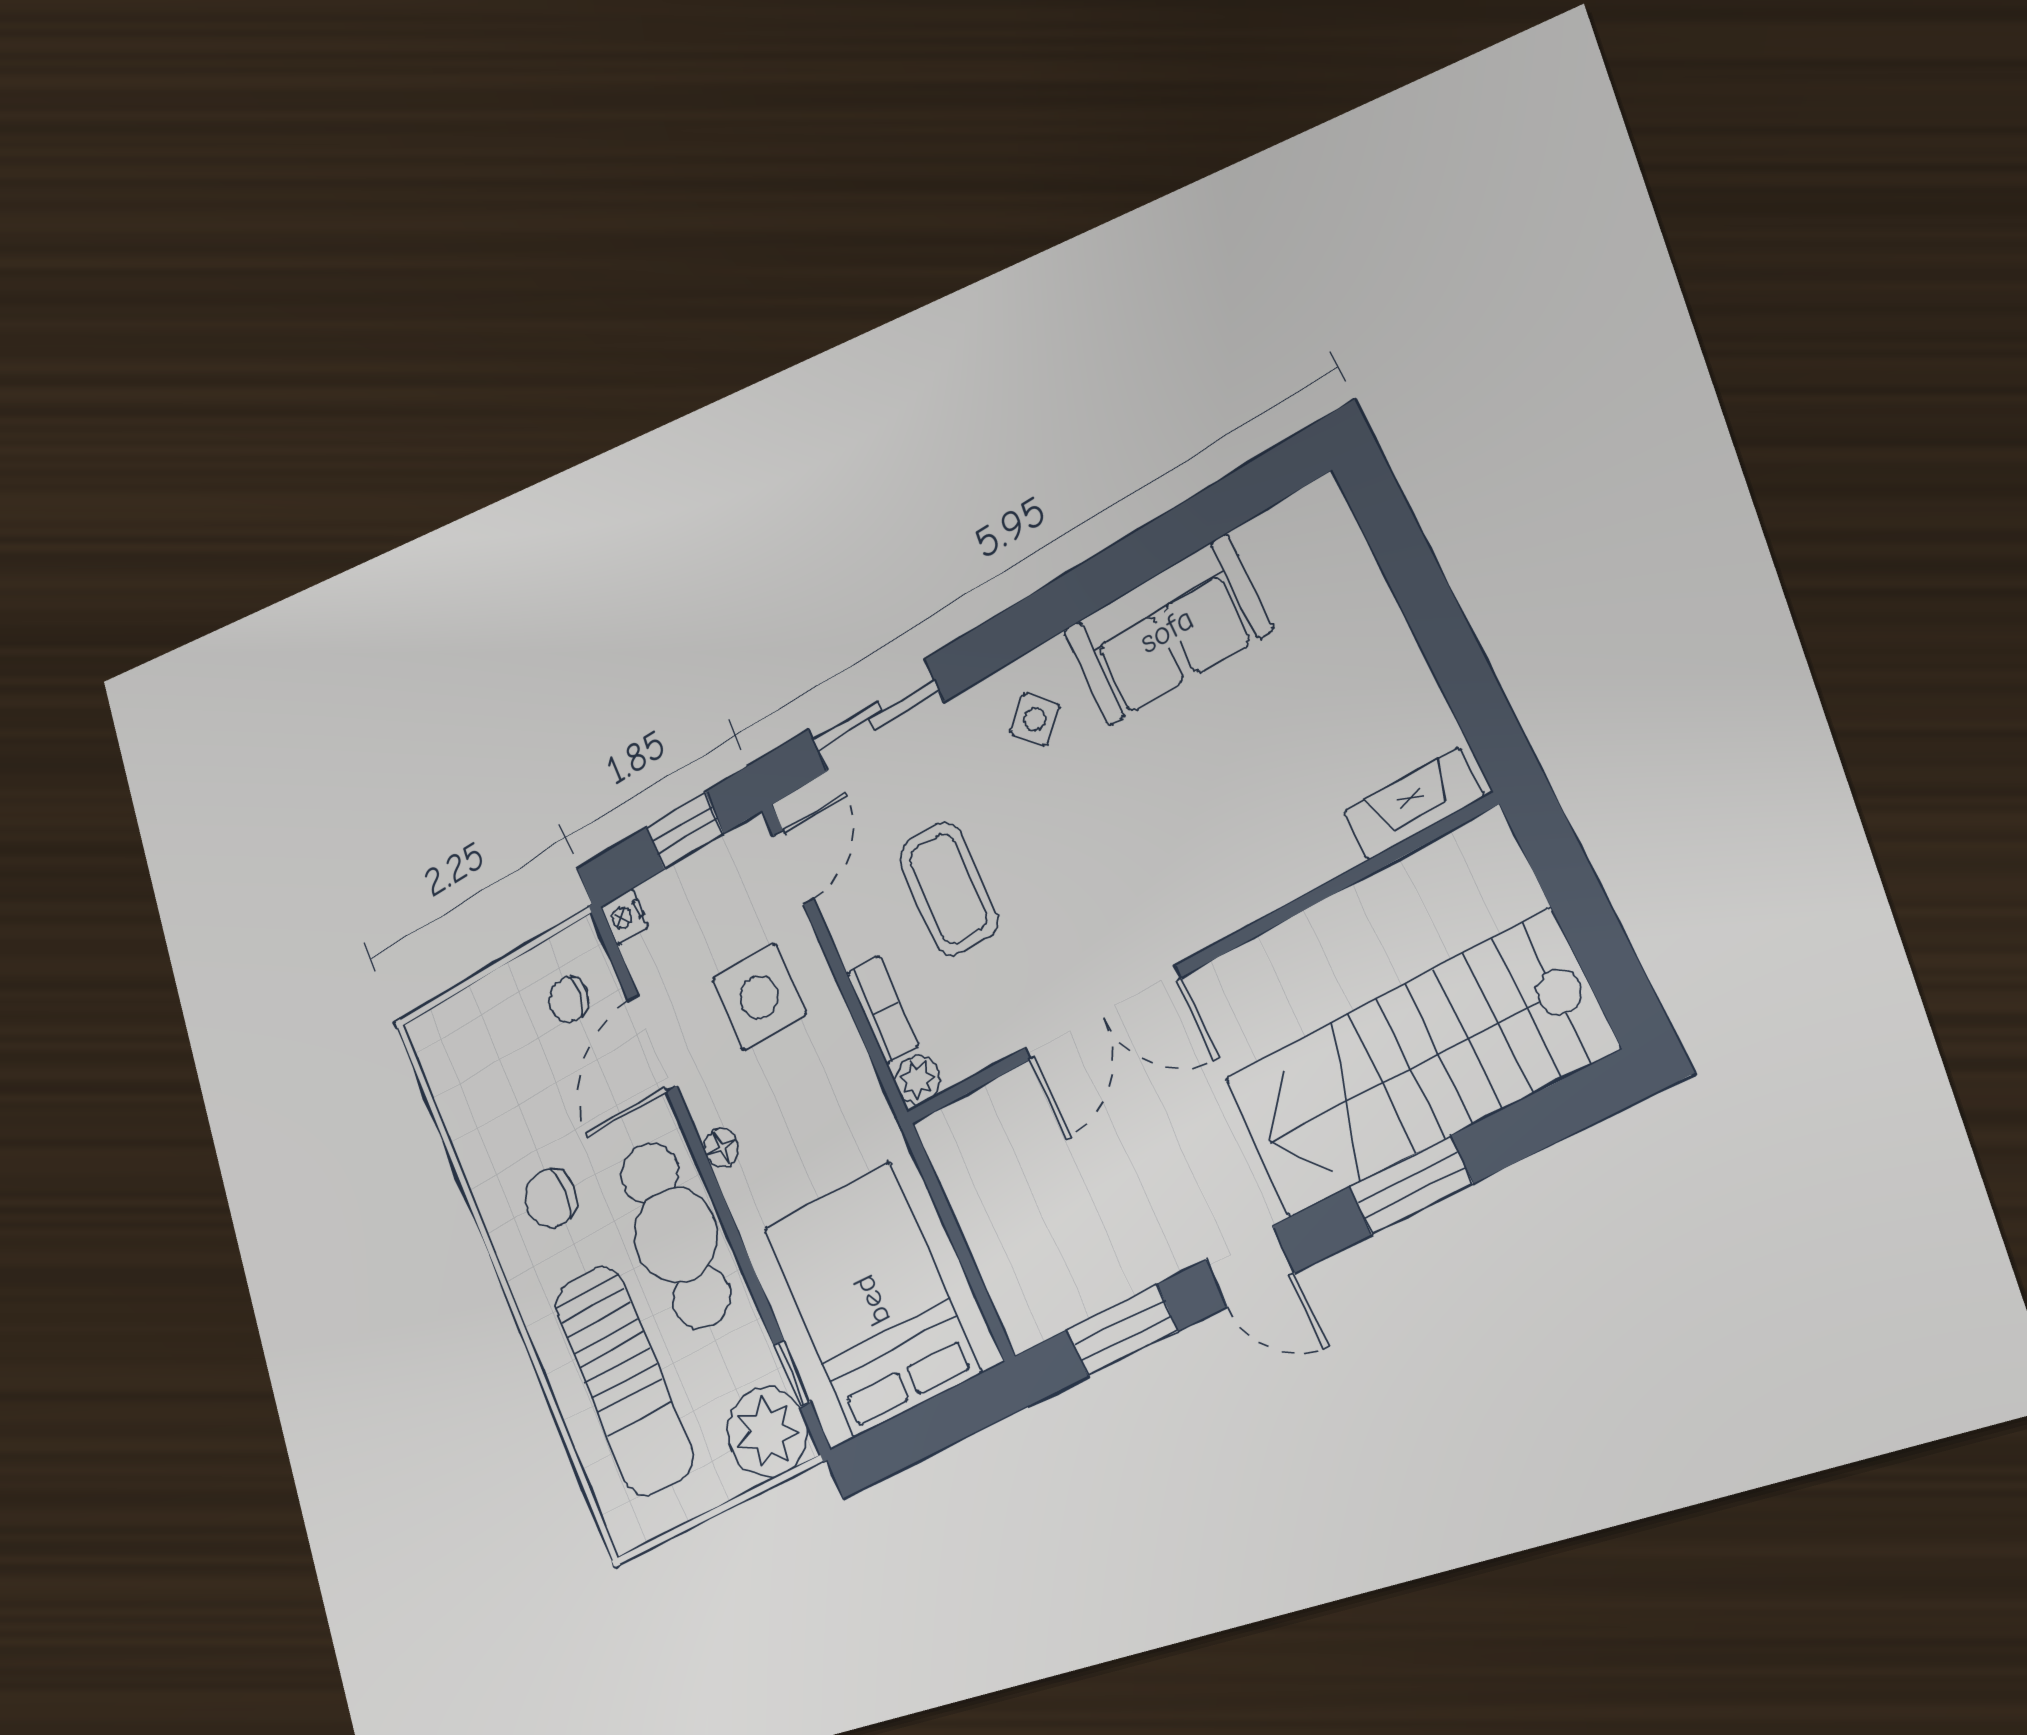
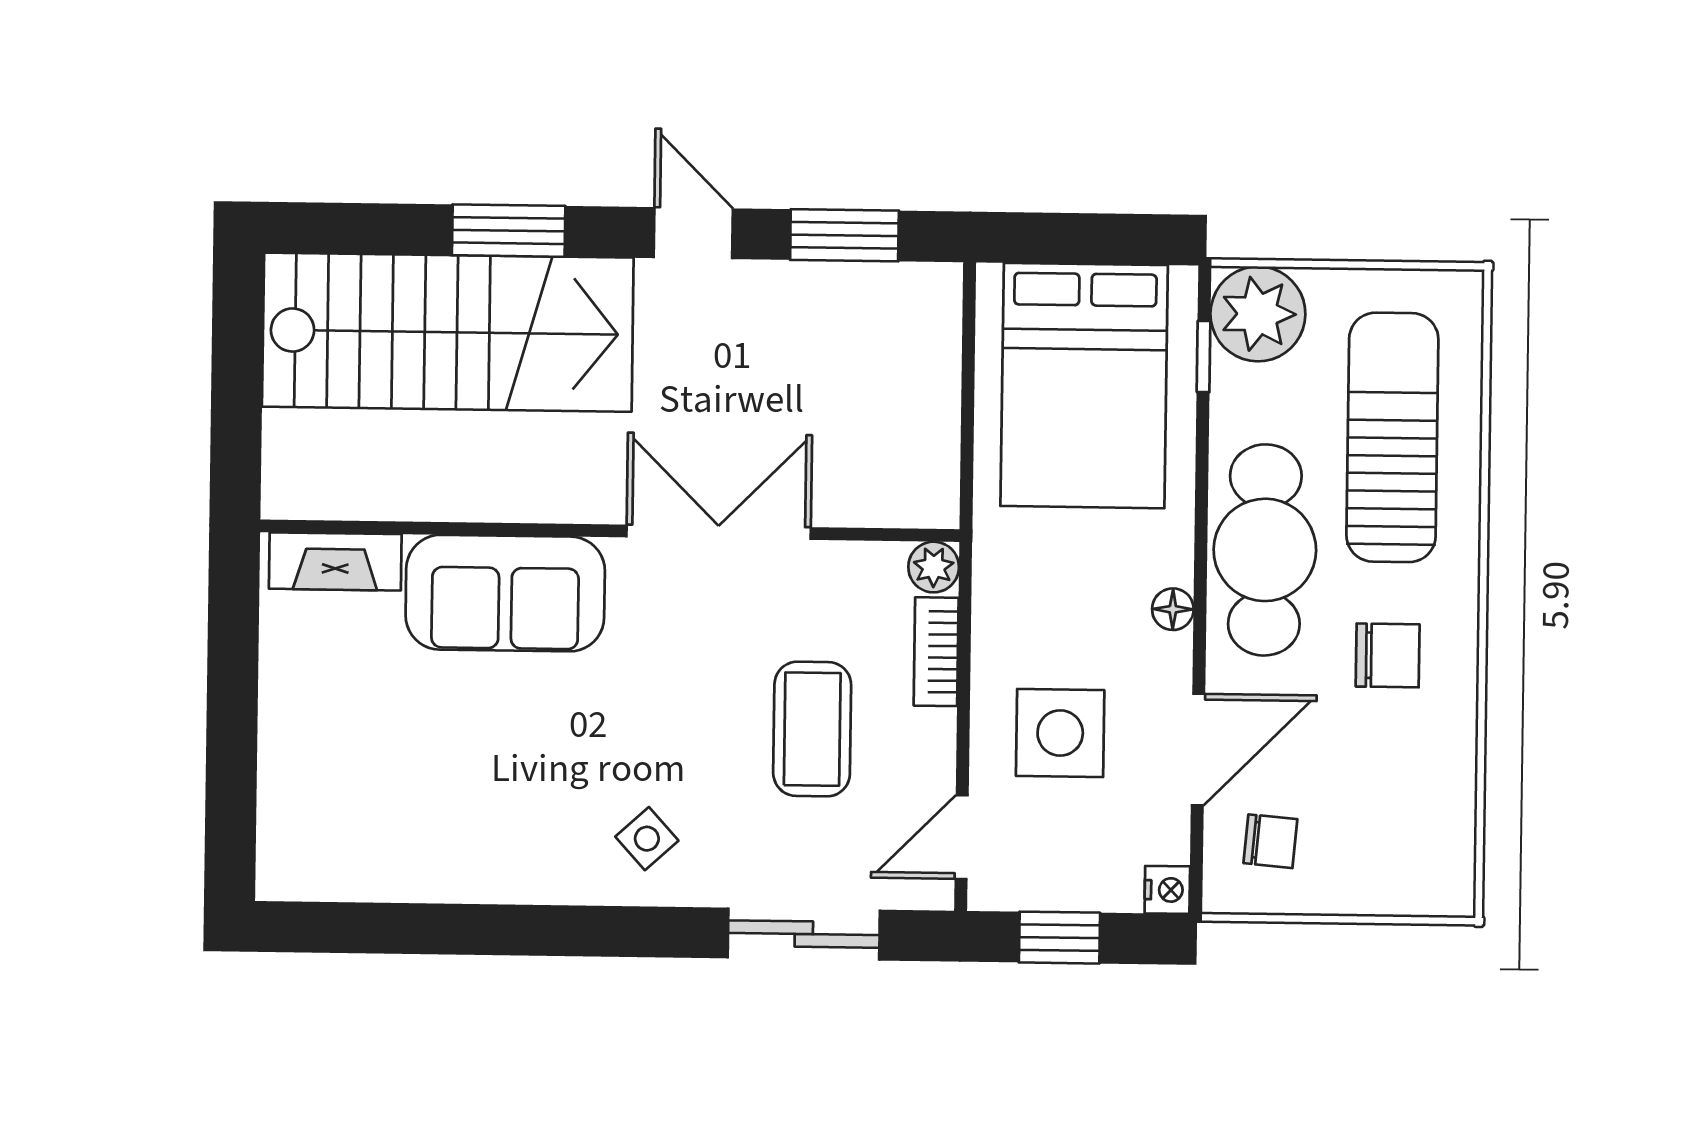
sofa: (1167, 630) -> (505, 593), moved, turned 180

